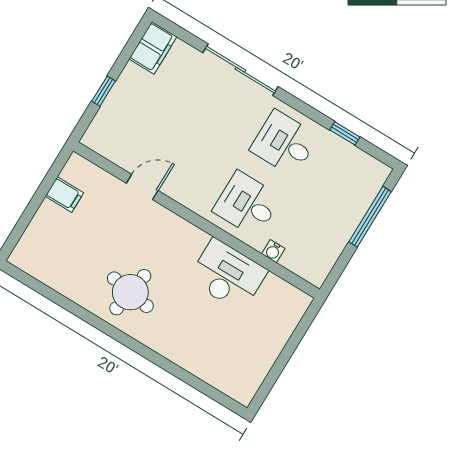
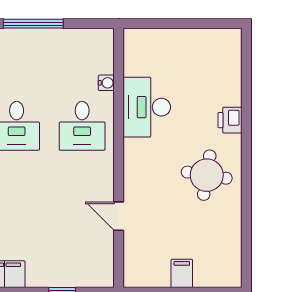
filing cabinet: (64, 195) -> (182, 273), moved
printer: (168, 345) -> (230, 120), added

